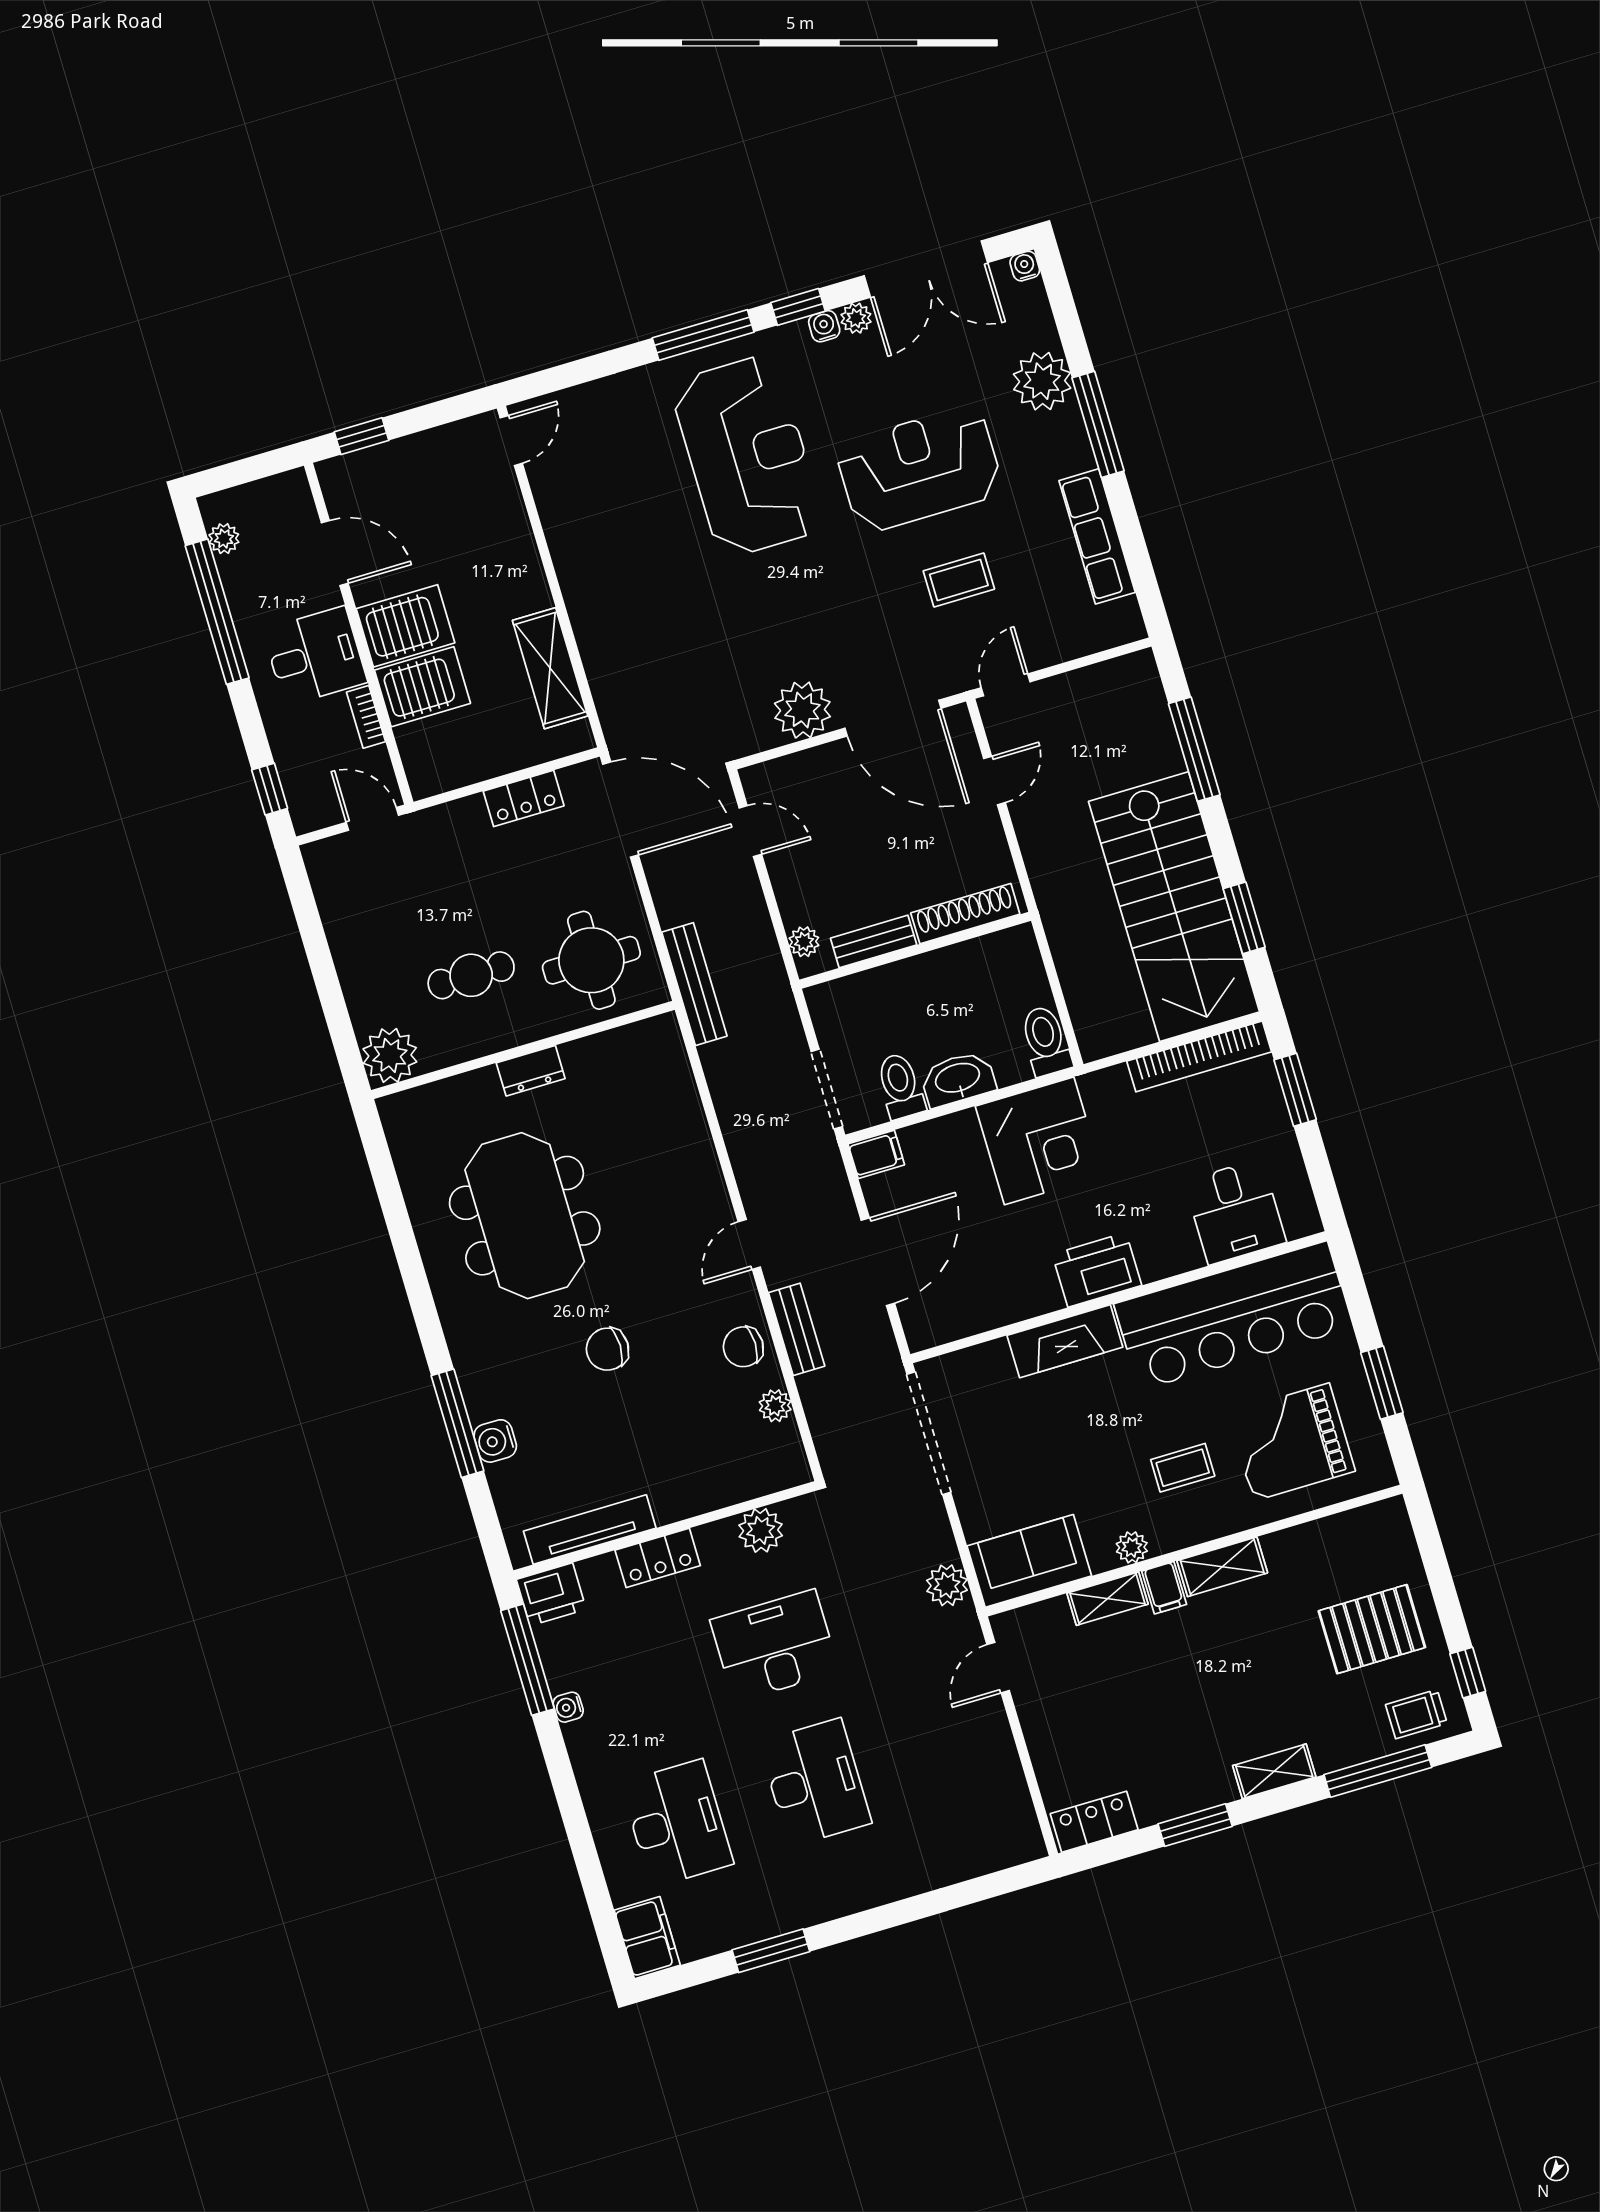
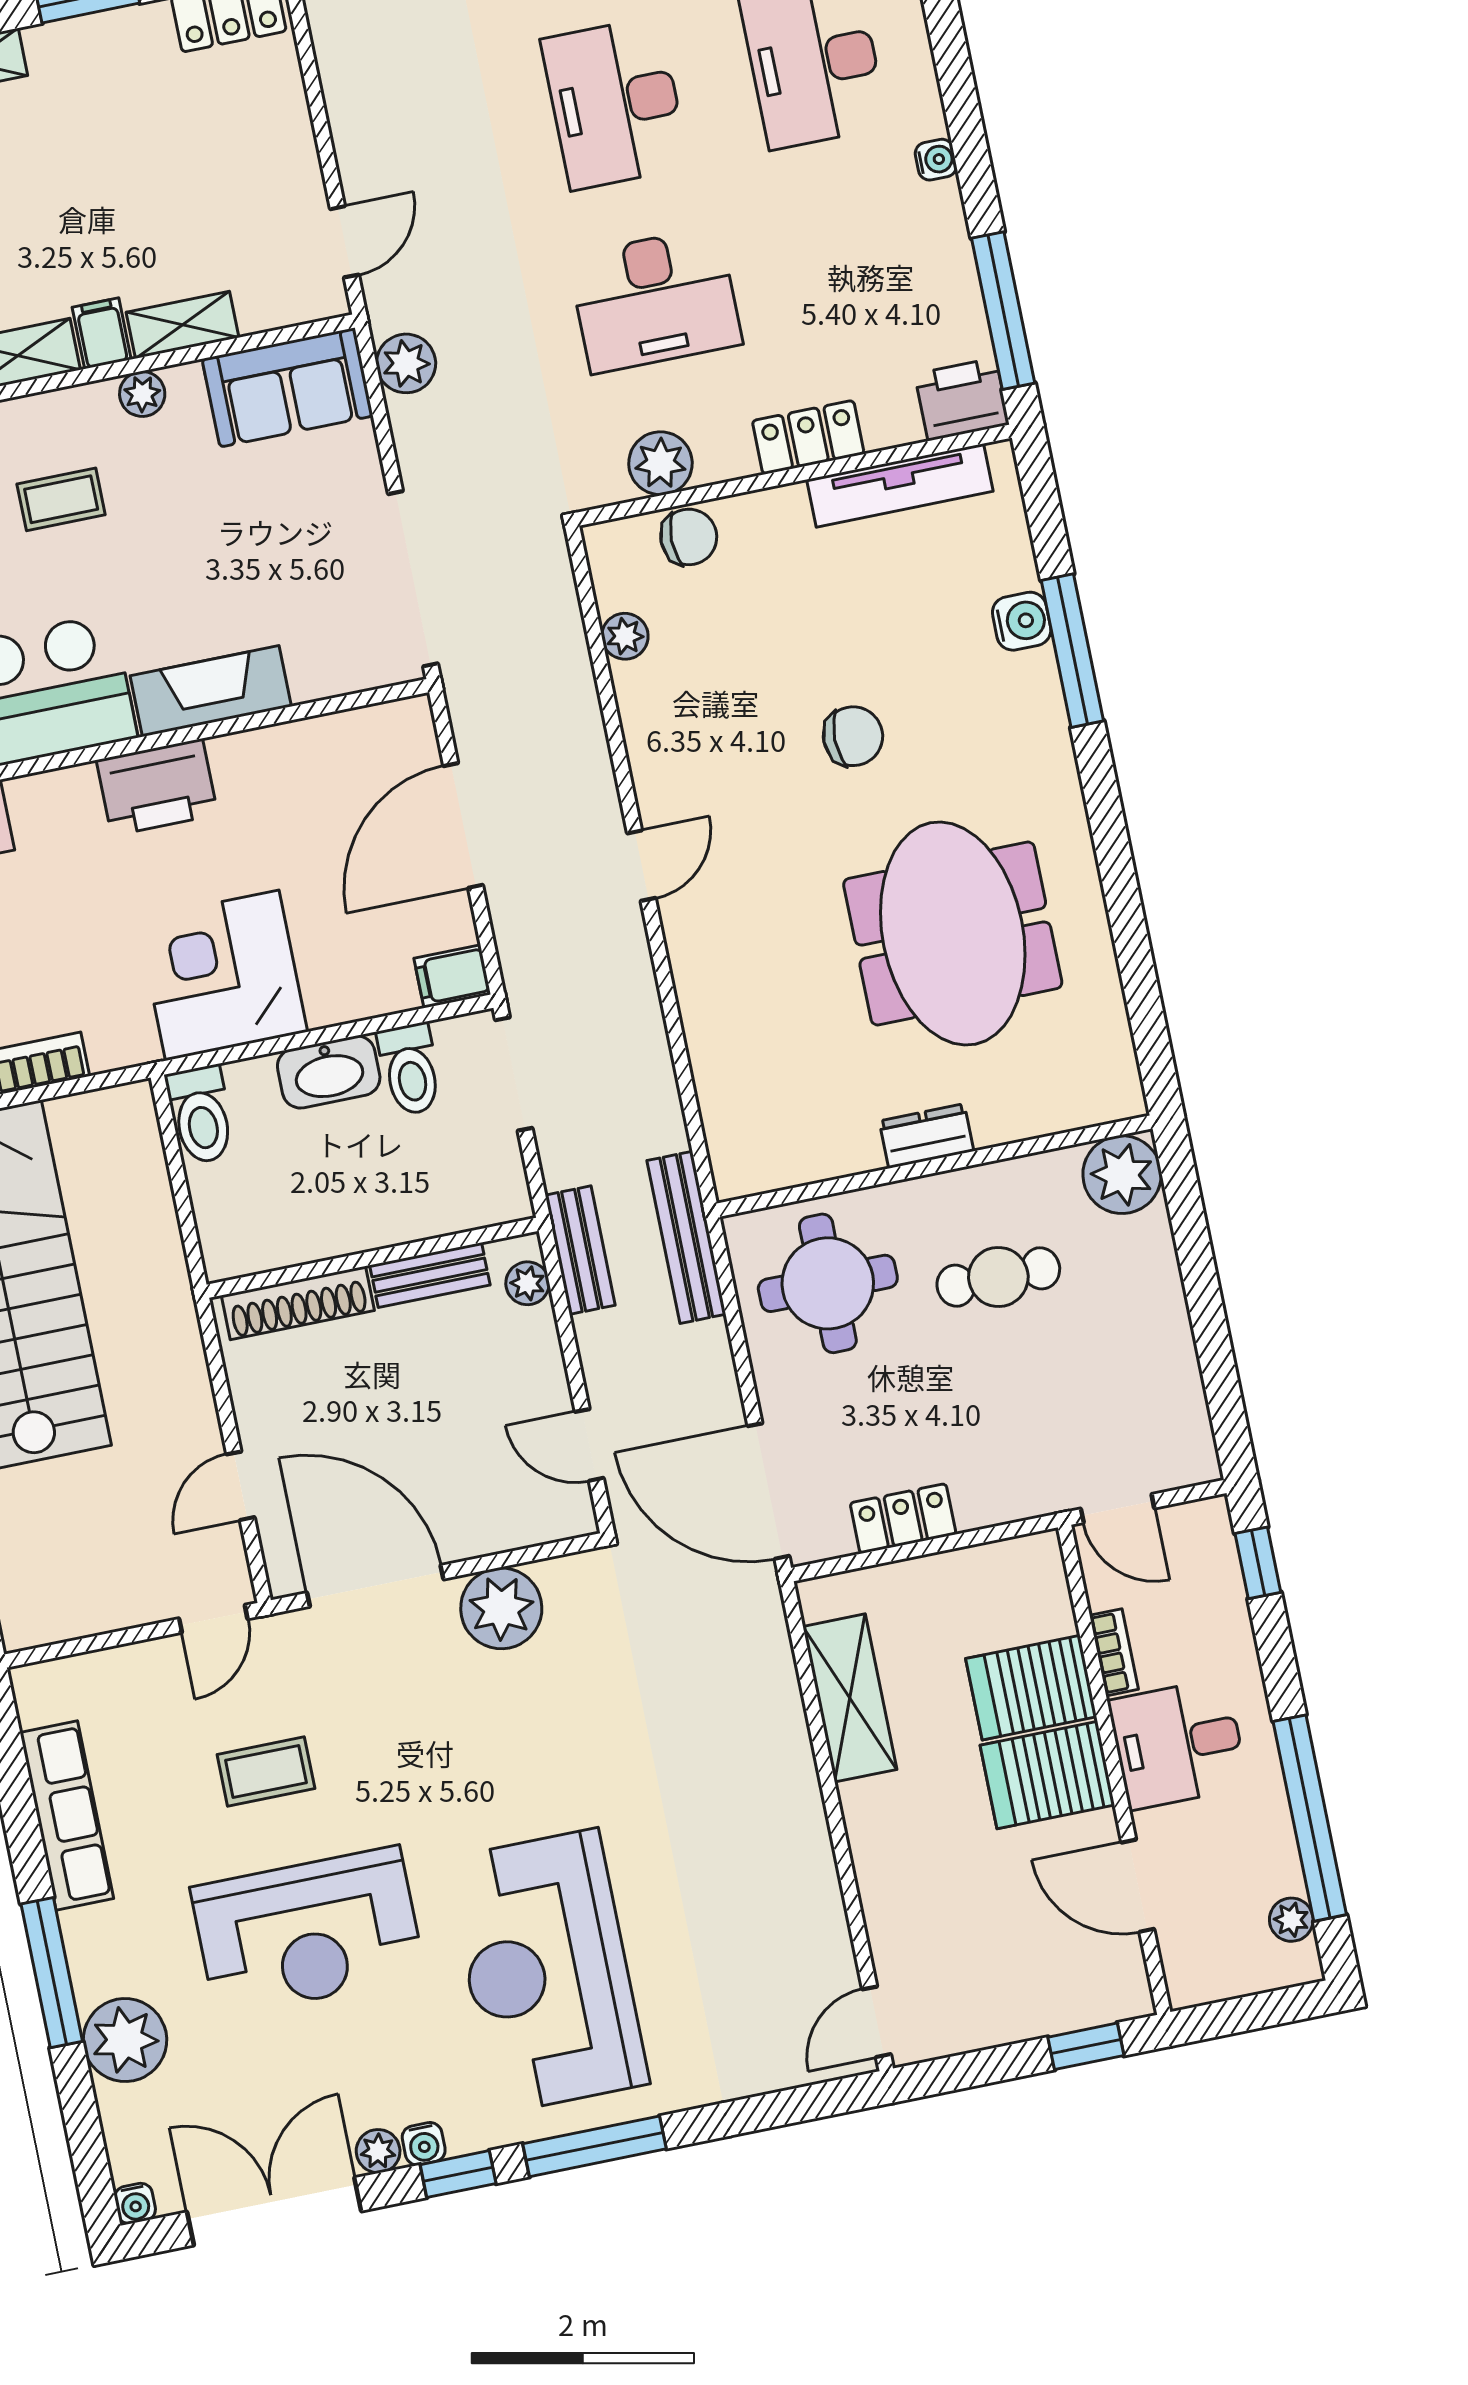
bench: (797, 1329) -> (580, 1250), moved
chair: (743, 1347) -> (689, 537), moved
water cooler: (568, 1707) -> (936, 160), moved

